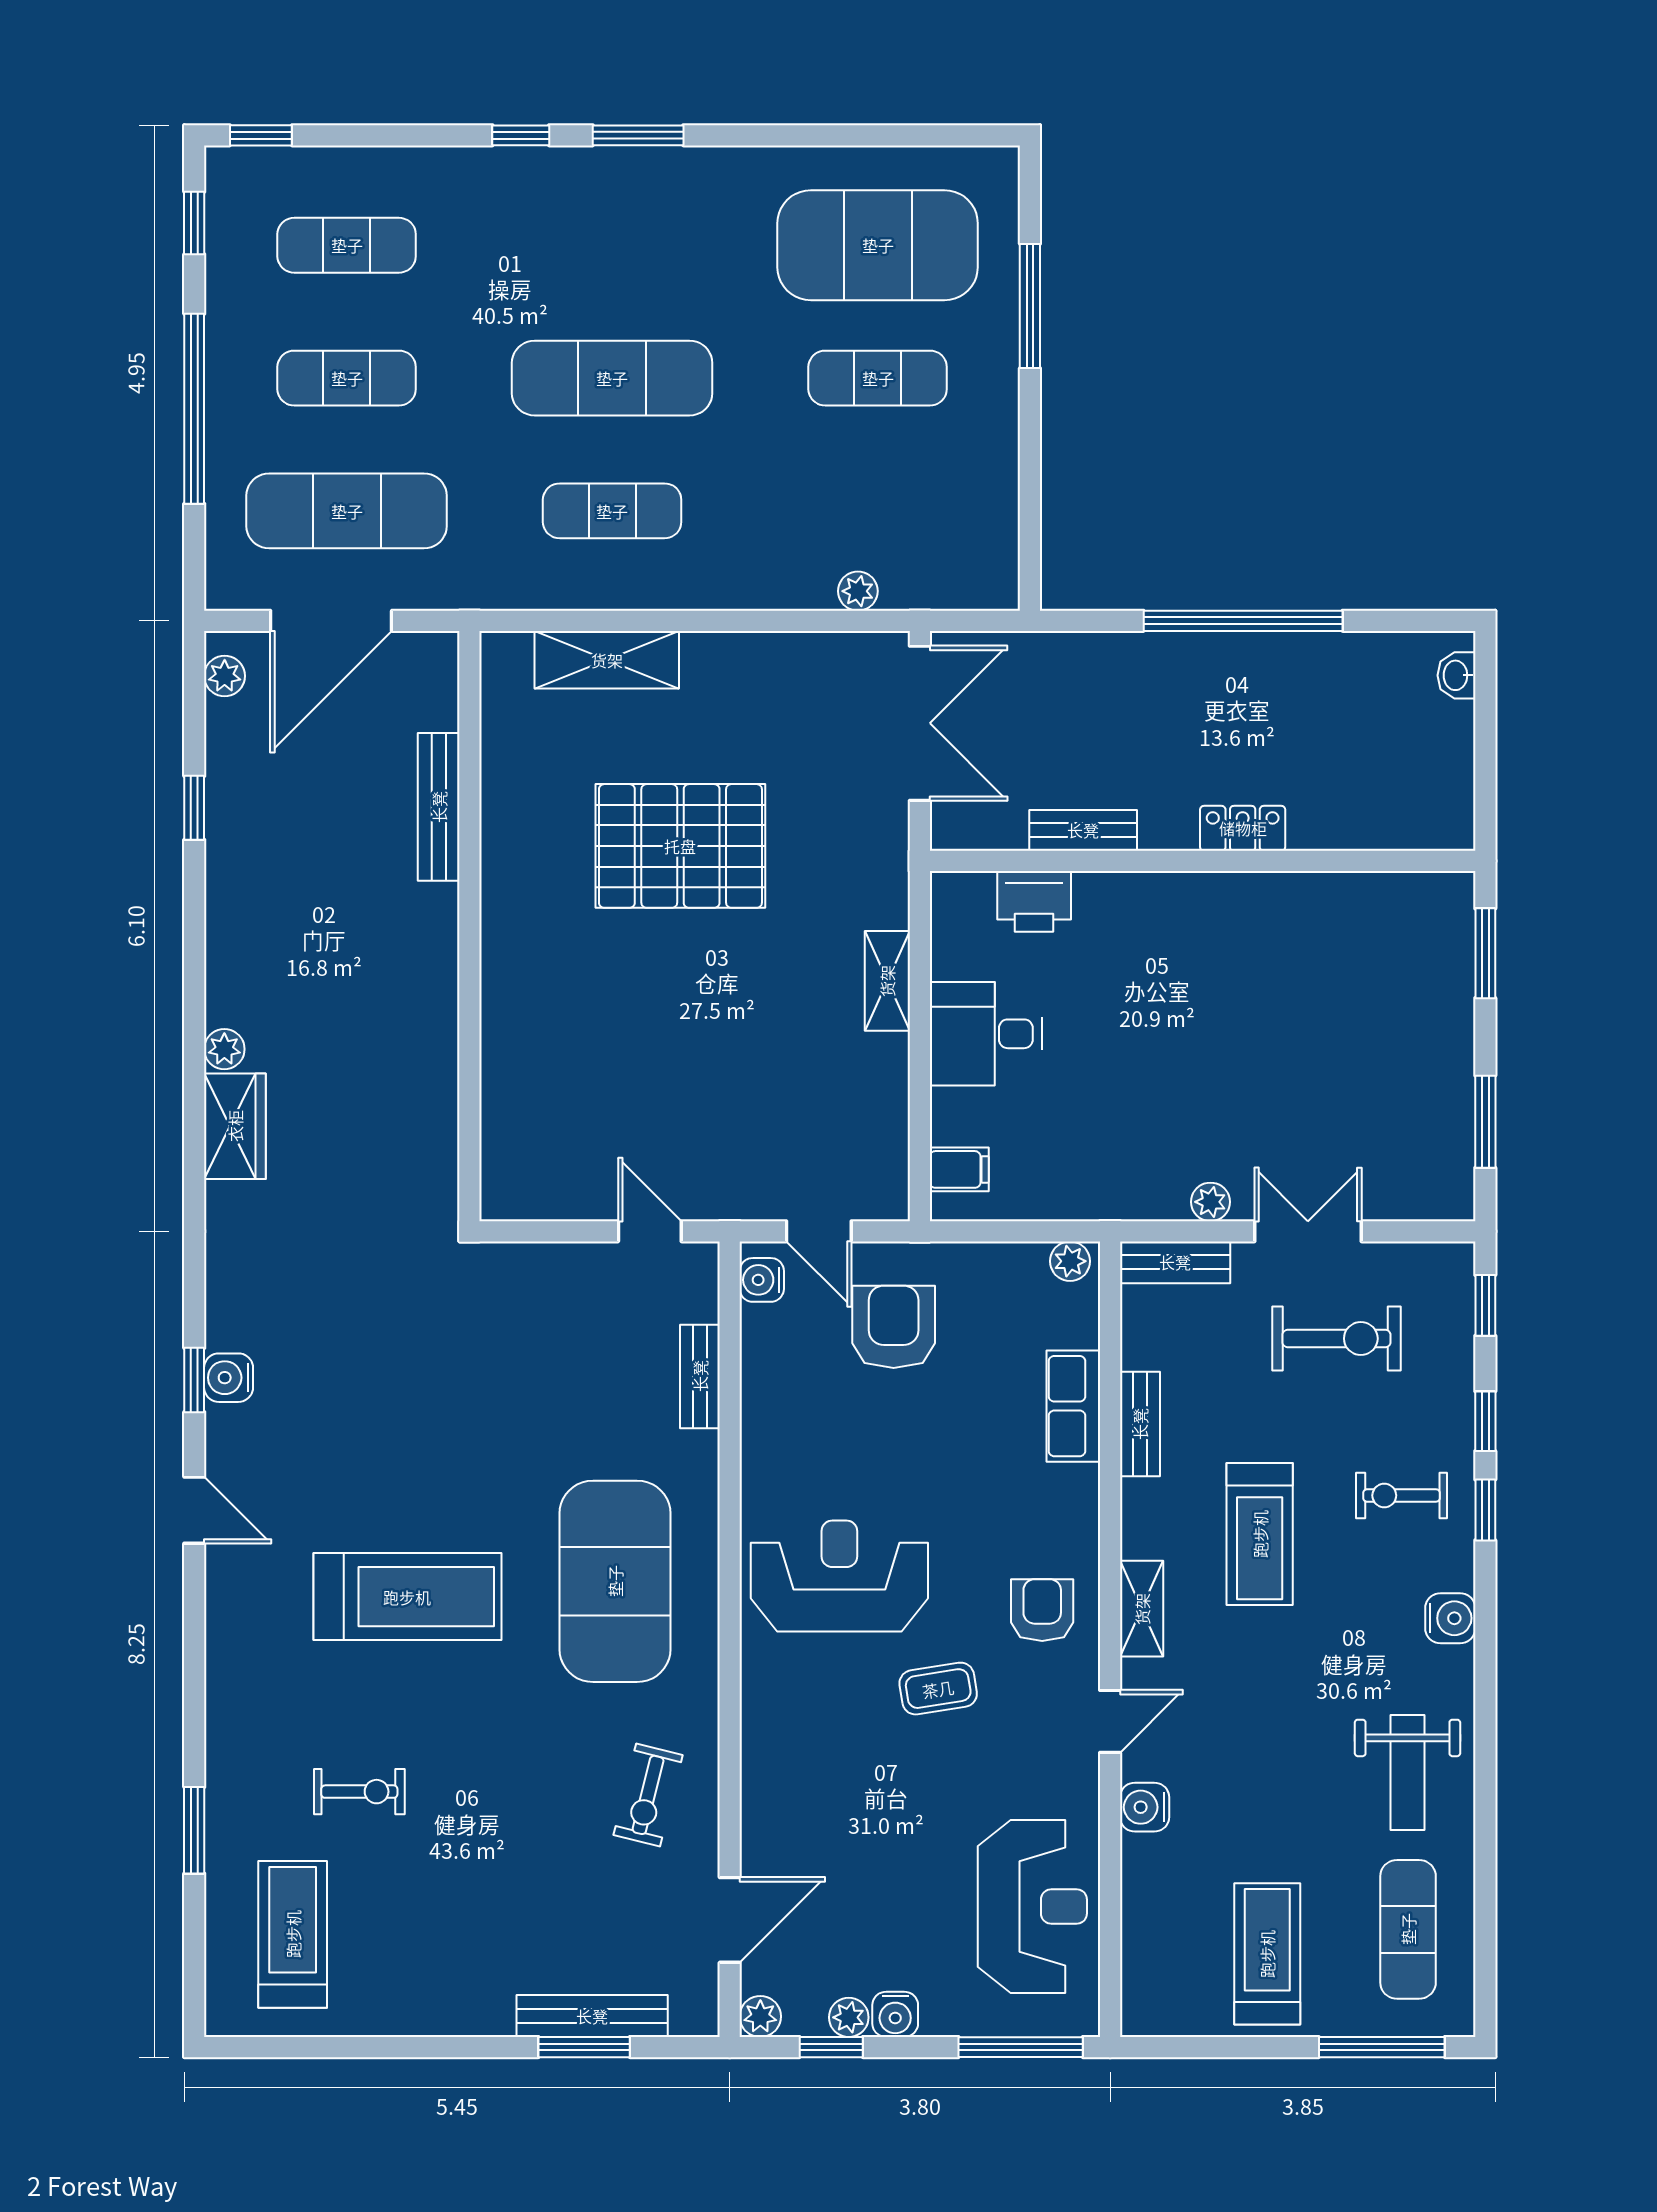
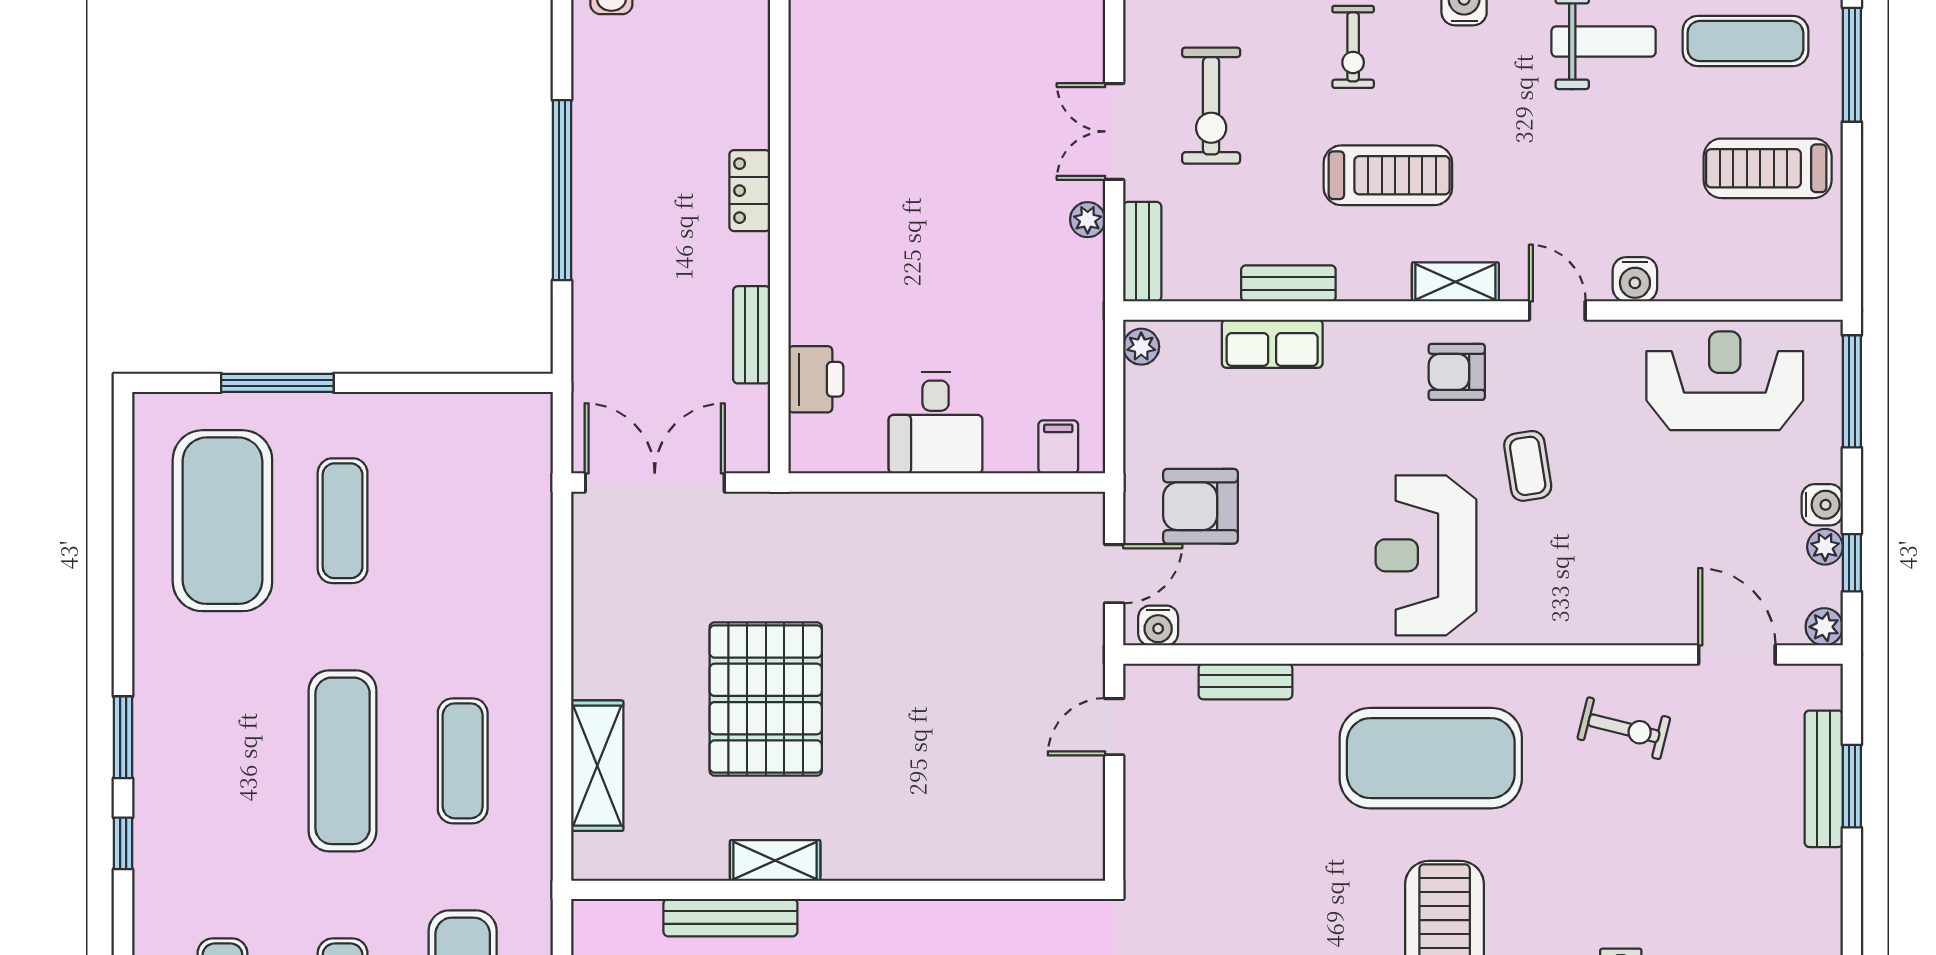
plant: (858, 591) -> (535, 539), removed
shelving: (887, 981) -> (775, 860), moved
exercise bike: (1336, 1339) -> (1211, 106), turned 180

